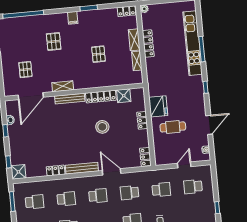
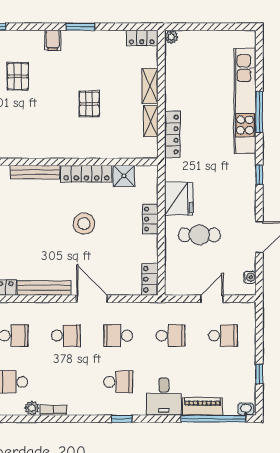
locker: (148, 44) -> (172, 135), moved
shelving: (63, 86) -> (26, 151), removed
school desk: (193, 187) -> (223, 336), turned 180

